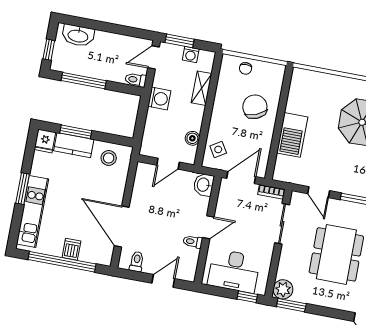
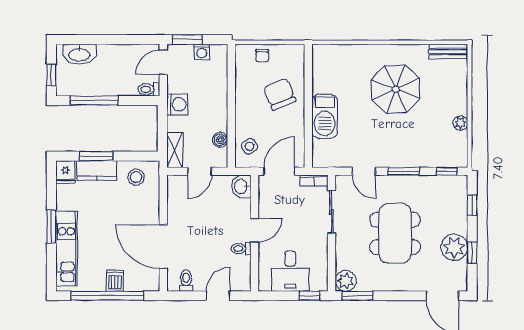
shelving: (202, 88) -> (175, 150), moved
desk: (234, 271) -> (290, 271), width x0.73

